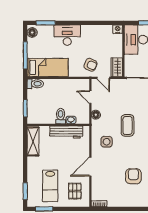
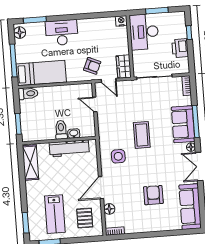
floor lamp: (96, 115) -> (109, 209), moved

